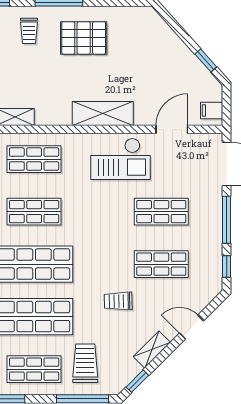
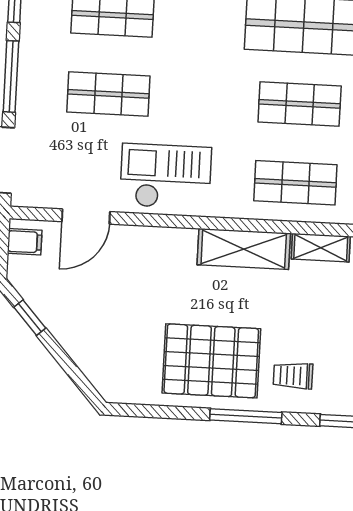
trolley: (29, 31) -> (293, 376), turned -90
pallet: (84, 38) -> (211, 361), width x1.37, depth x1.41
shelving: (103, 113) -> (244, 249), moved

